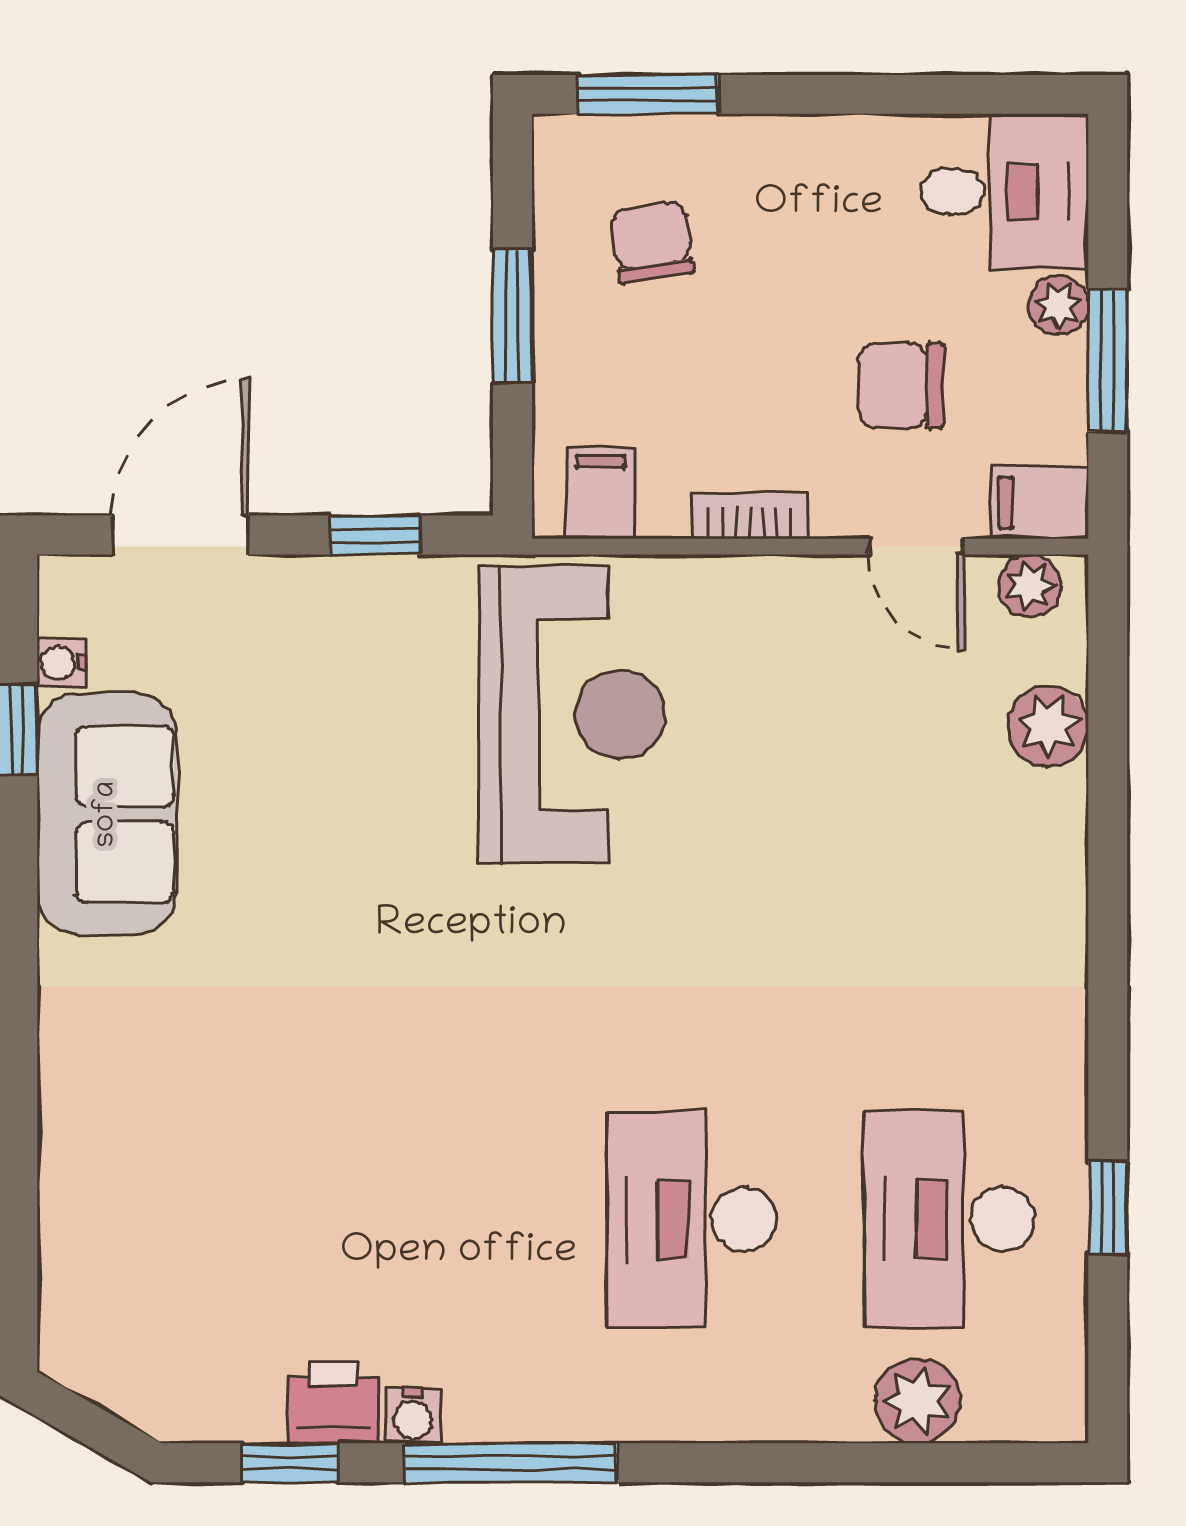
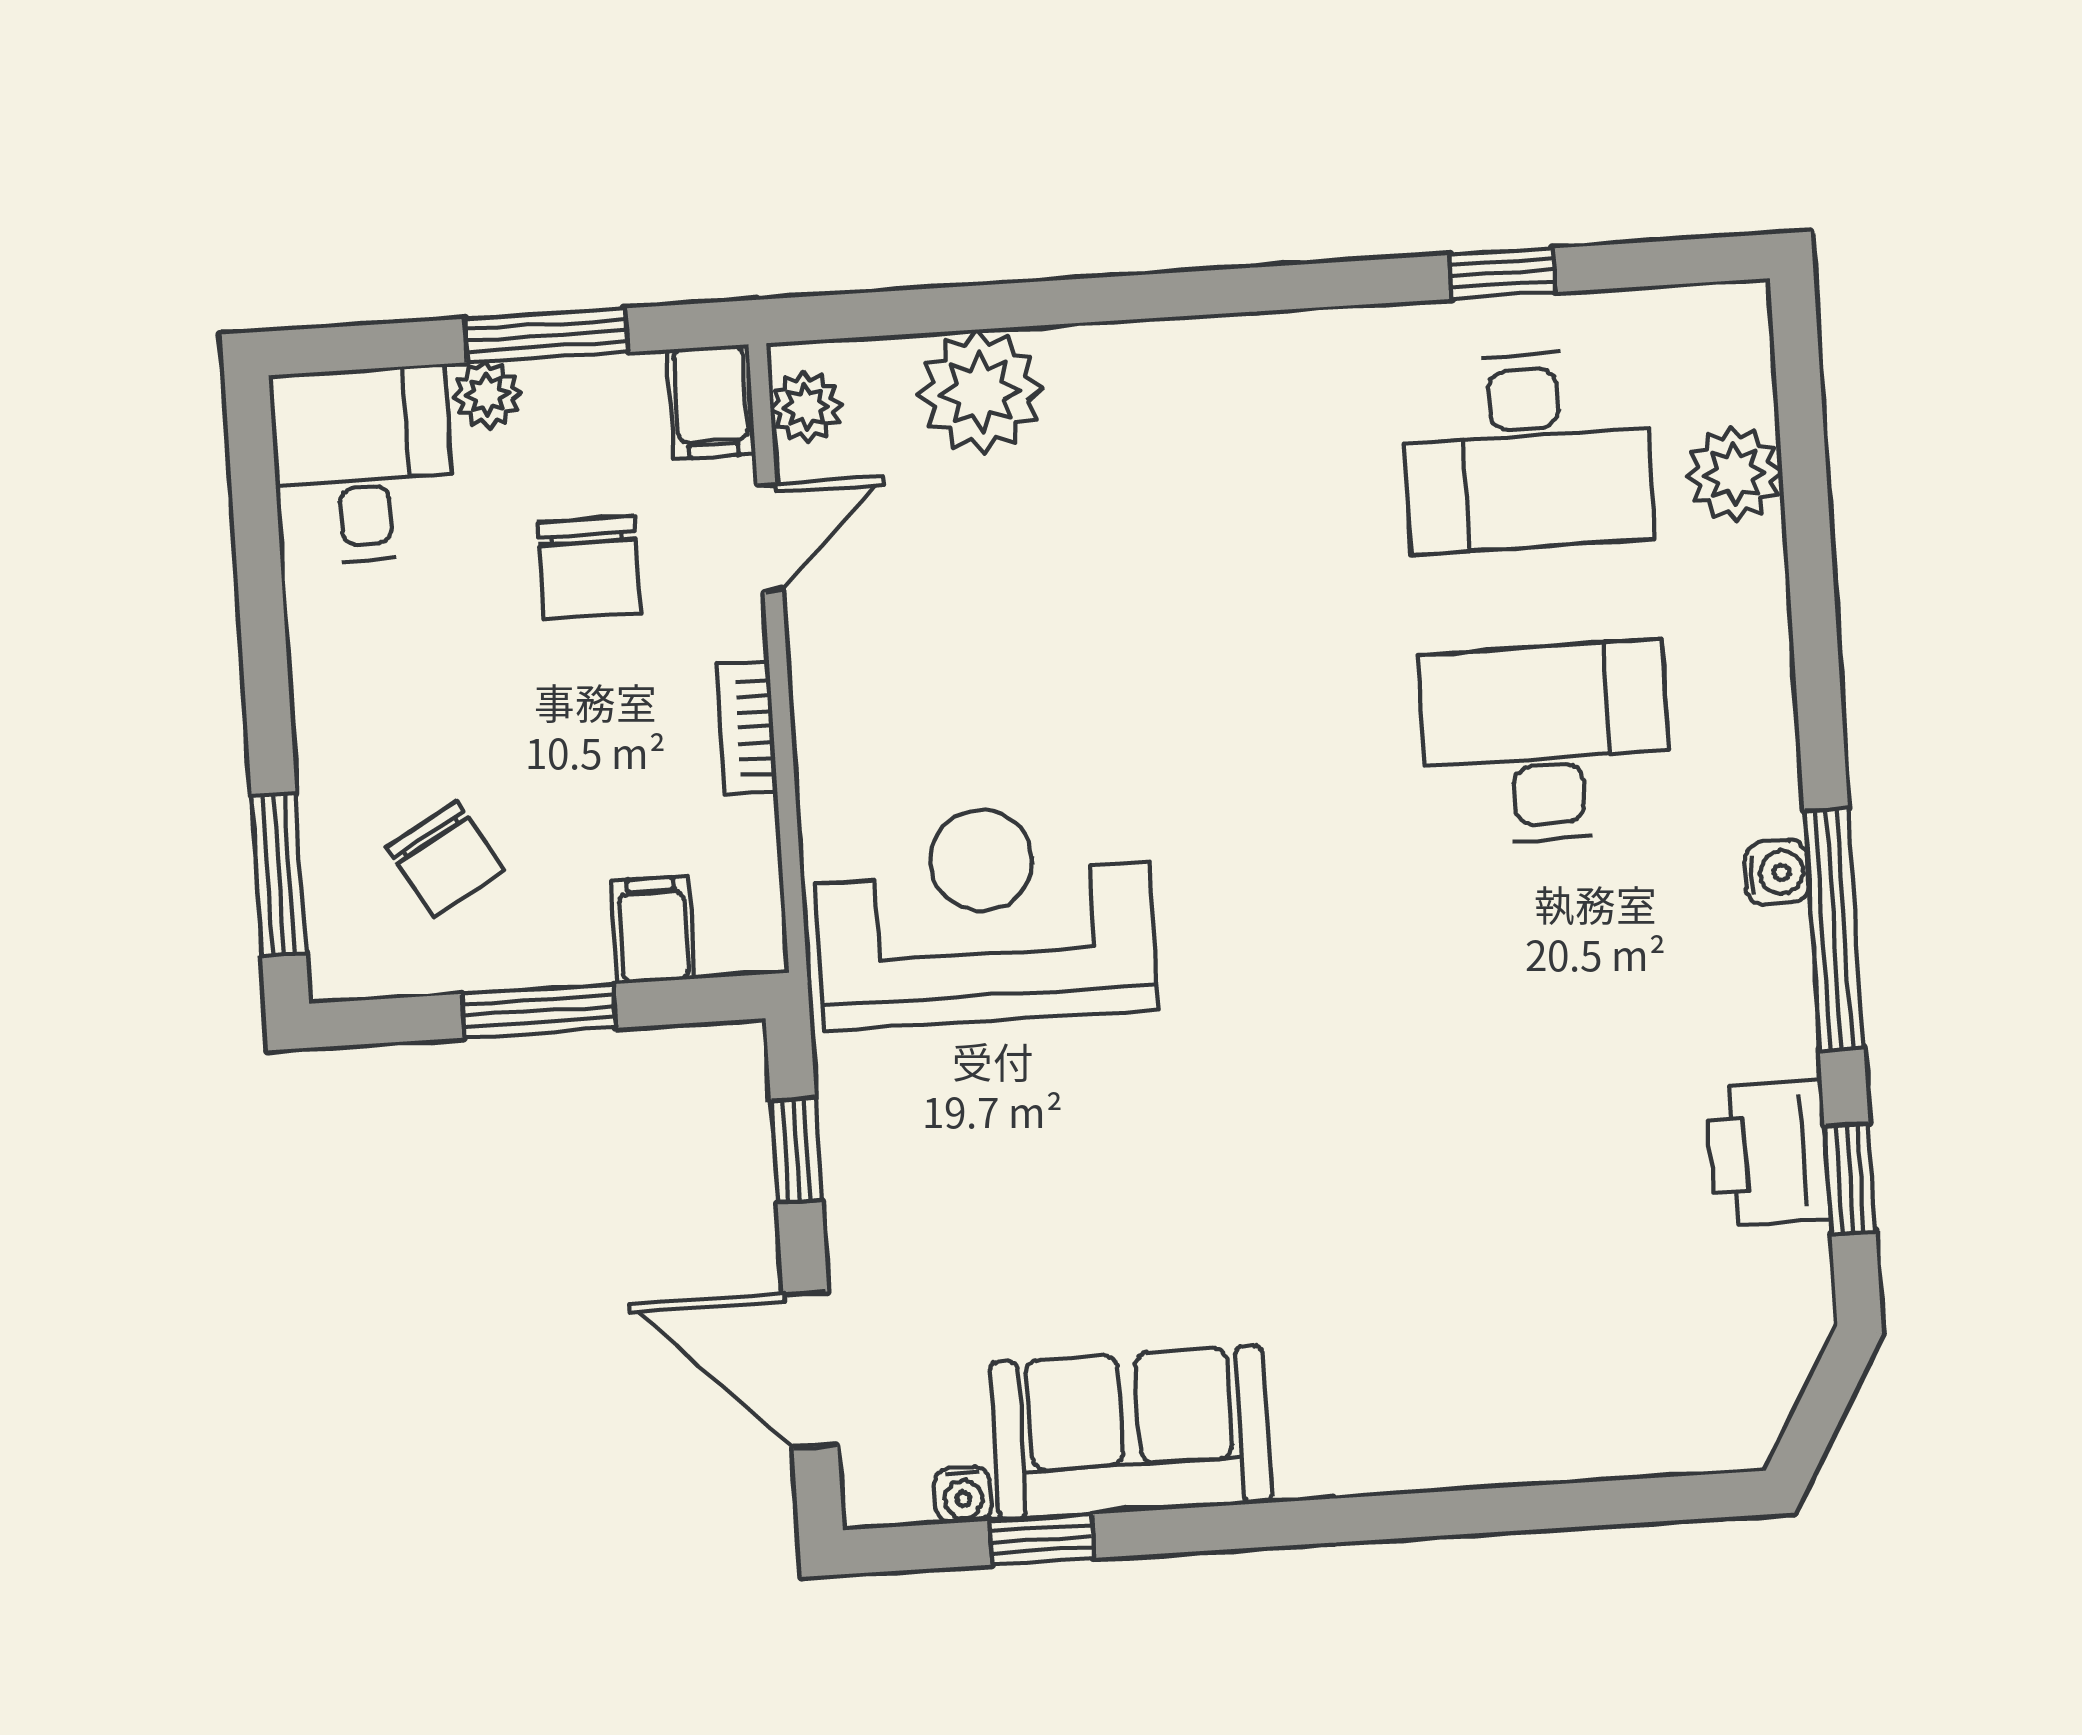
chair: (652, 242) -> (445, 859), turned -111
filing cabinet: (600, 493) -> (653, 930), moved, turned 90
plant: (1048, 726) -> (980, 392), width x1.36, depth x1.36
desk: (692, 1219) -> (1546, 743), turned 180
printer: (334, 1402) -> (1769, 1153), width x1.36, depth x1.24
water cooler: (413, 1415) -> (1777, 873), moved

